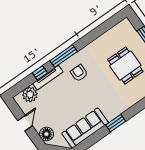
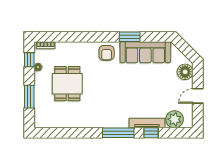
armchair: (79, 73) -> (107, 53), moved
window: (116, 123) -> (130, 37), moved

